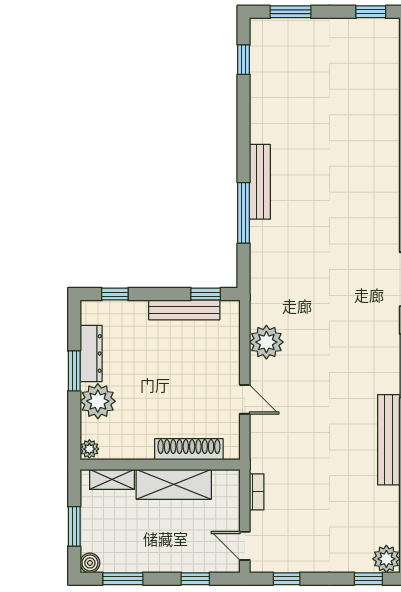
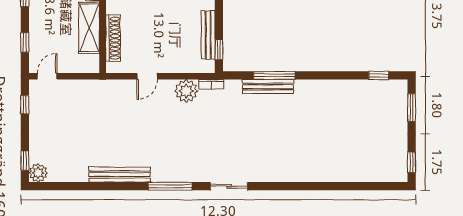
bench: (260, 182) -> (268, 87), moved
bookcase: (257, 492) -> (211, 84), moved

